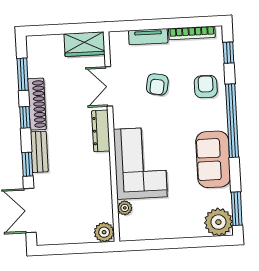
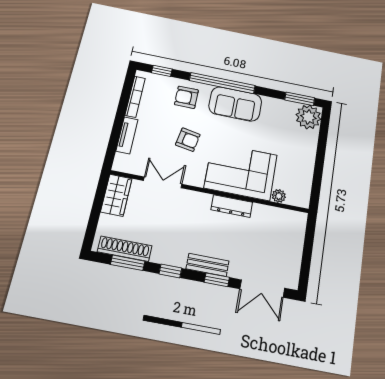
armchair: (157, 84) -> (188, 140), moved
double door: (109, 86) -> (163, 182), swing flipped
shoe rack: (37, 104) -> (125, 249), moved
dresser: (101, 131) -> (232, 206), moved
sofa: (213, 159) -> (235, 104), moved
plant: (104, 232) -> (297, 221), removed

